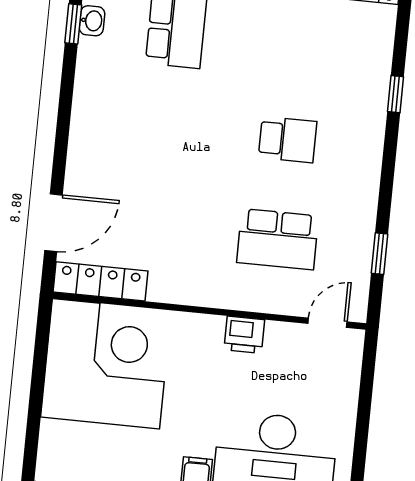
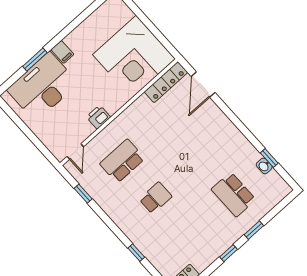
school desk: (288, 140) -> (156, 198), turned 180

